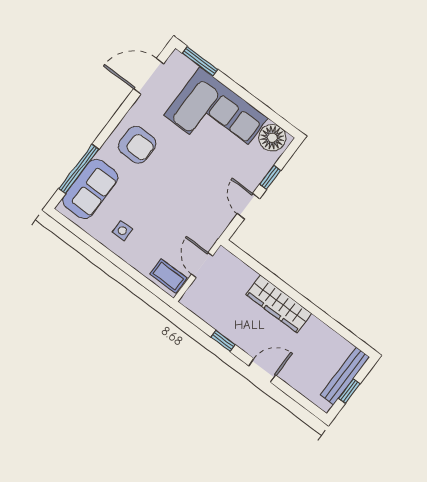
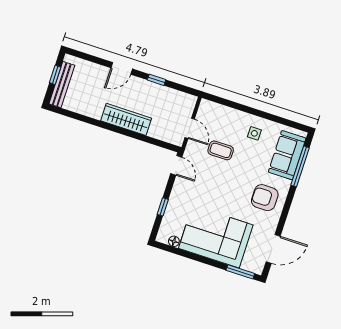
floor lamp: (272, 138) -> (174, 241), width x0.53, depth x0.53
door: (248, 206) -> (176, 165), moved
coffee table: (168, 276) -> (221, 150), moved

